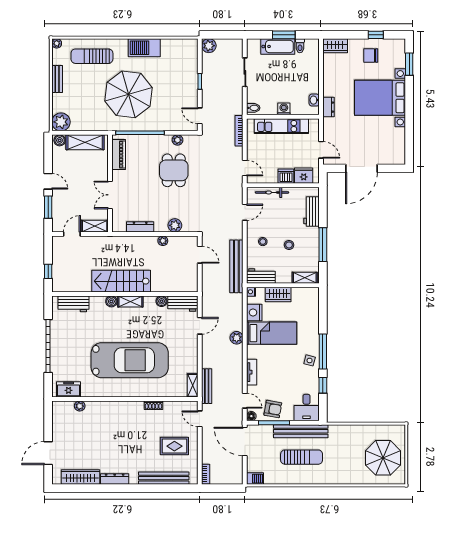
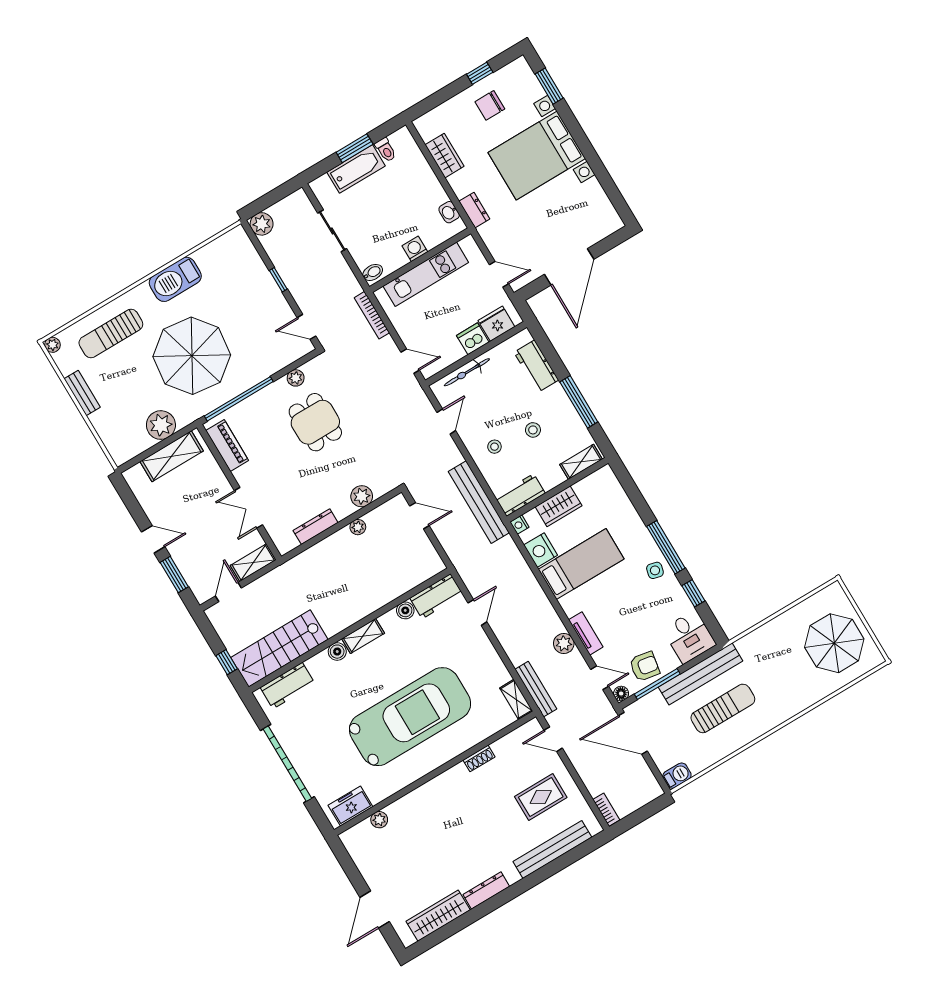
wardrobe: (335, 46) -> (445, 156), moved, turned -90
plant: (61, 122) -> (161, 425), moved
boiler: (60, 140) -> (135, 474), removed
stairs: (121, 281) -> (279, 648), moved
plant: (237, 338) -> (564, 643), moved

